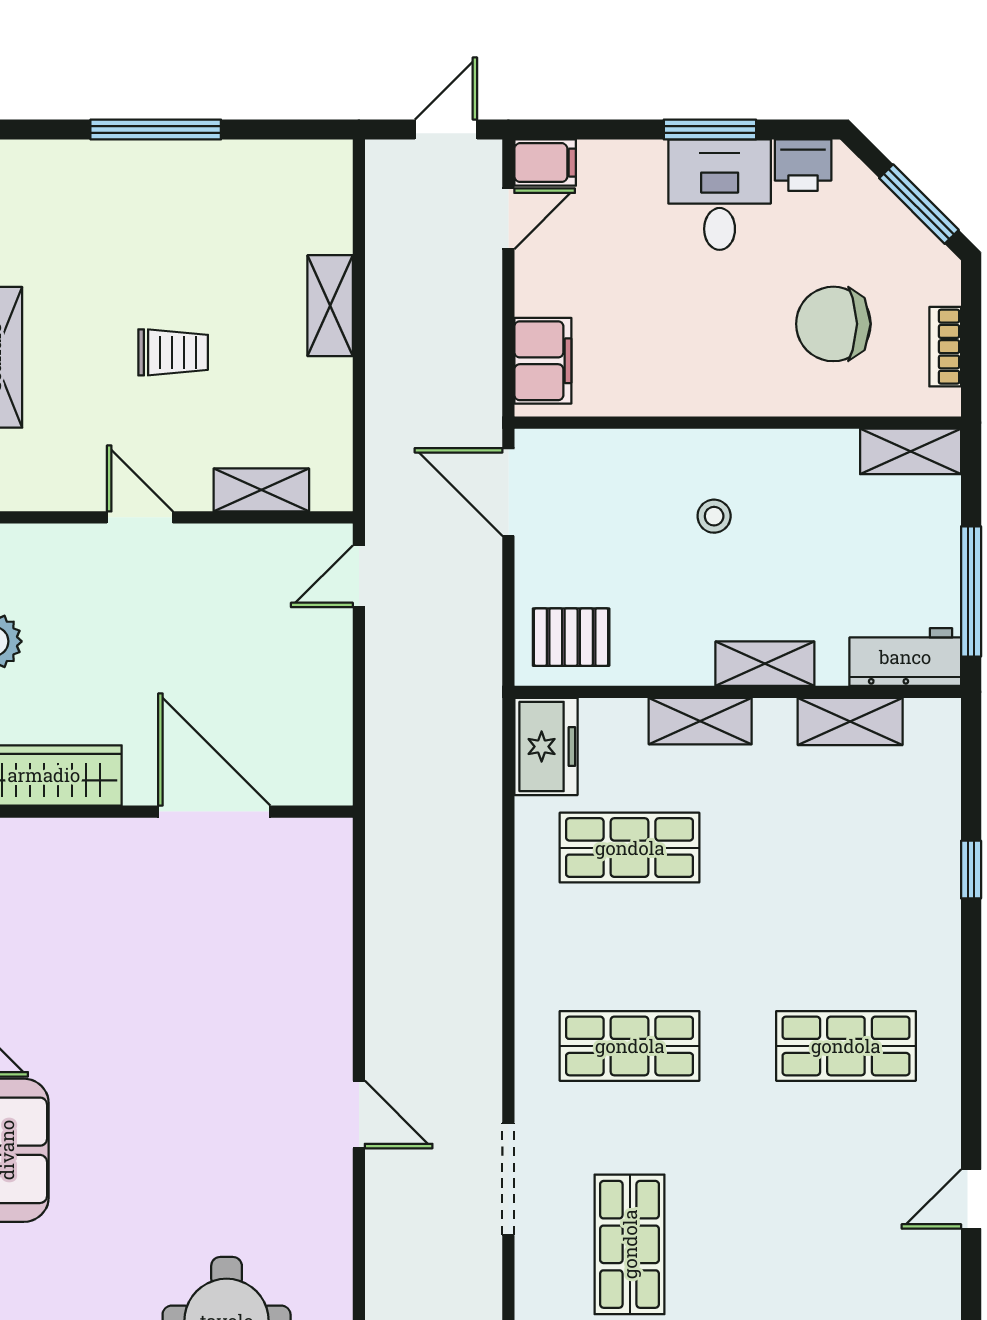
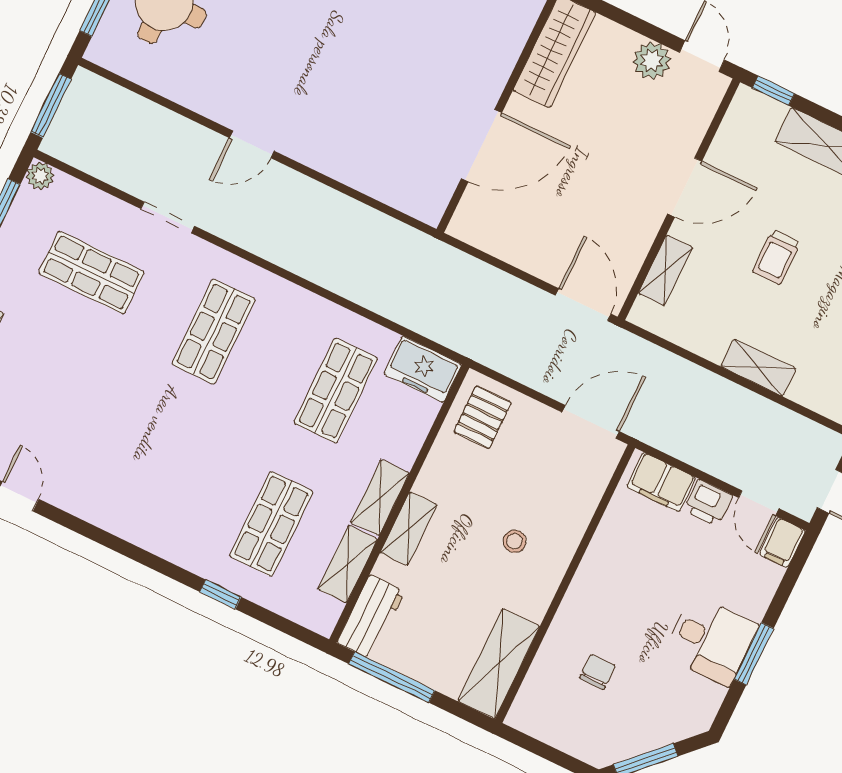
printer: (803, 165) -> (708, 503), moved, turned -90
chair: (833, 324) -> (597, 672), width x0.54, depth x0.54
bookcase: (945, 347) -> (550, 734), removed
shelving: (911, 451) -> (499, 664), width x1.50, depth x1.33
door: (140, 517) -> (685, 187), width x1.38
door: (359, 576) -> (583, 305), width x1.37
shelving: (700, 721) -> (380, 498), moved
shop shelf: (846, 1046) -> (271, 524), moved
doorway: (508, 1179) -> (168, 217), width x0.73

